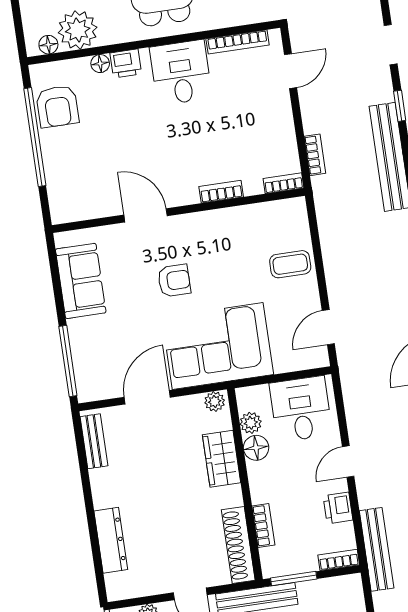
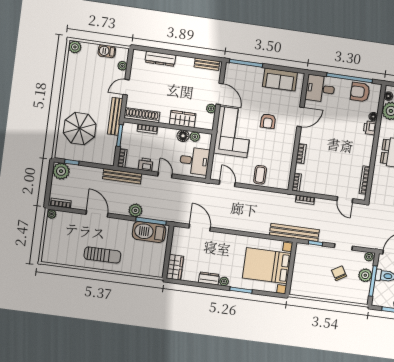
desk: (181, 73) -> (320, 89), moved, turned 180
plant: (215, 401) -> (211, 109), moved

